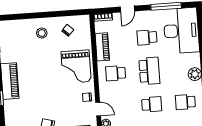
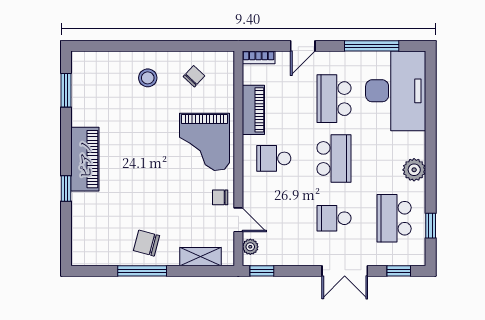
school desk: (147, 37) -> (334, 99), width x1.85
school desk: (185, 102) -> (394, 218), width x1.85
school desk: (152, 104) -> (334, 218), turned 180

